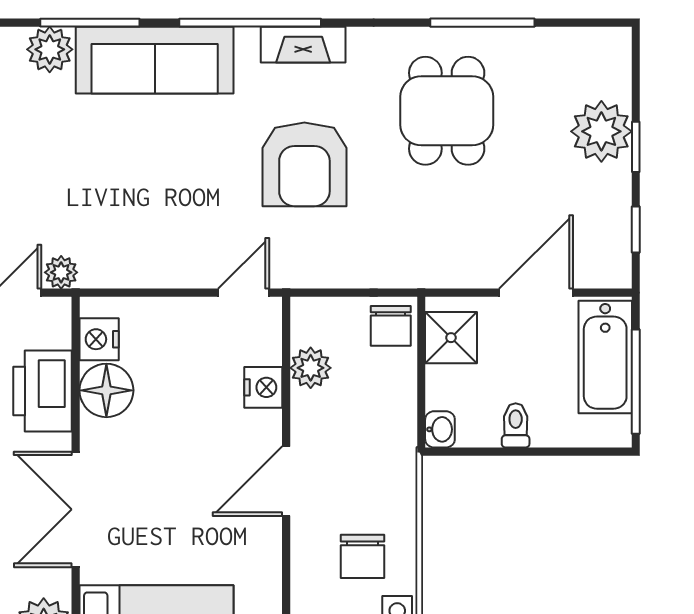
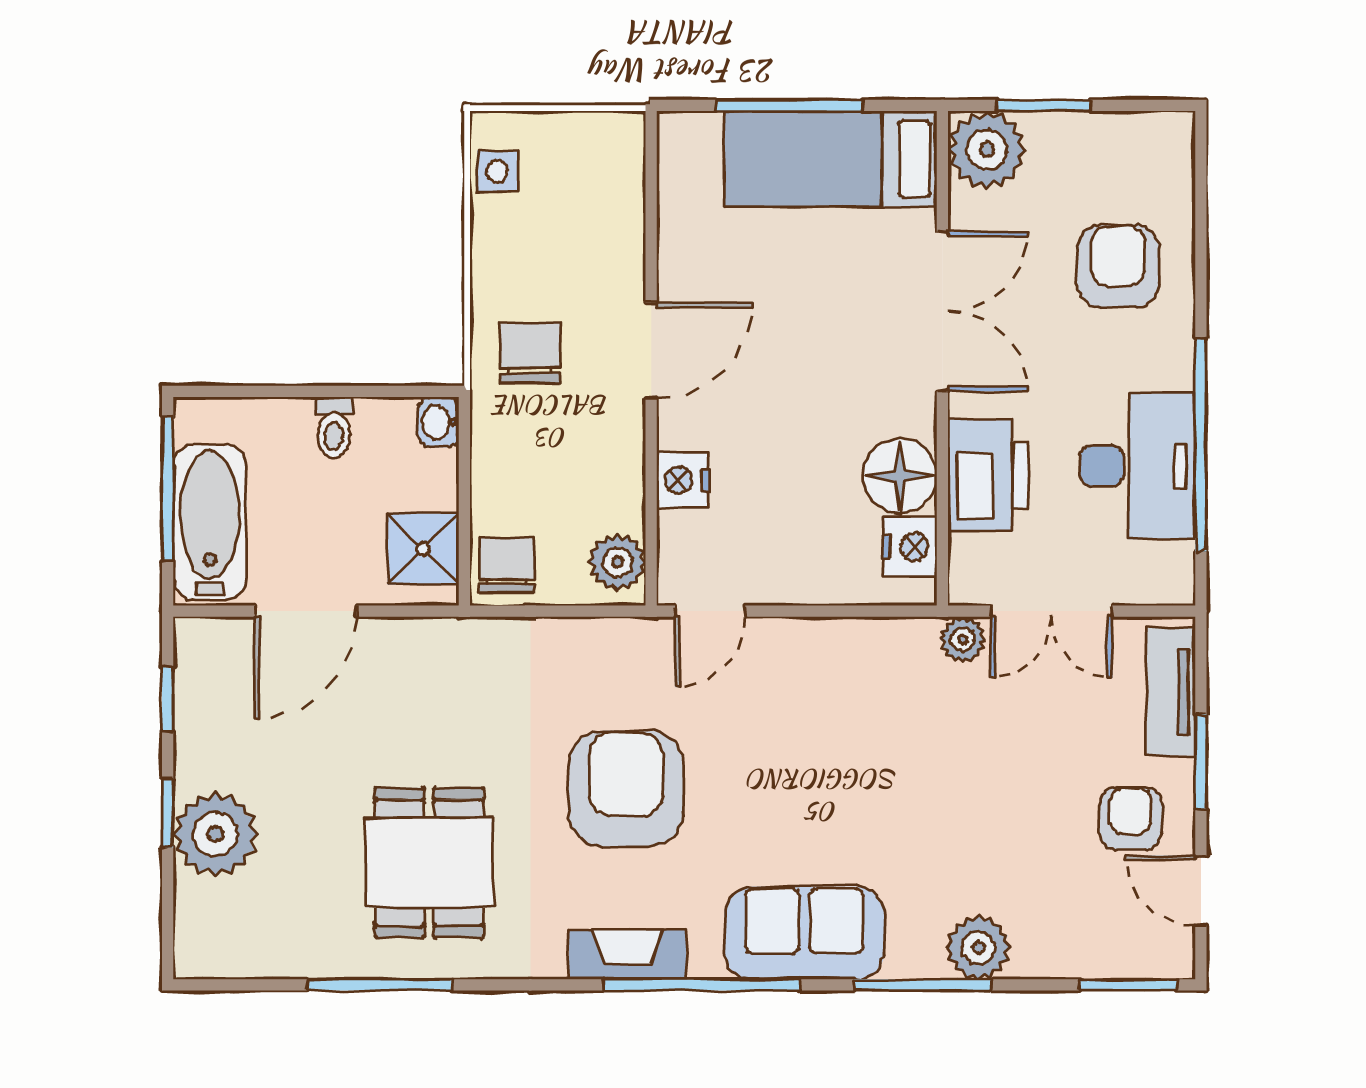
sofa: (155, 60) -> (804, 933), width x0.73
plant: (311, 368) -> (618, 562), moved
chair: (362, 556) -> (530, 353), moved

